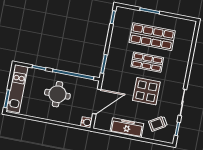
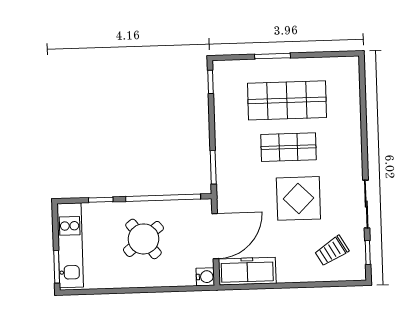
round table: (57, 94) -> (143, 239), turned -38
freezer: (127, 128) -> (247, 271), moved

